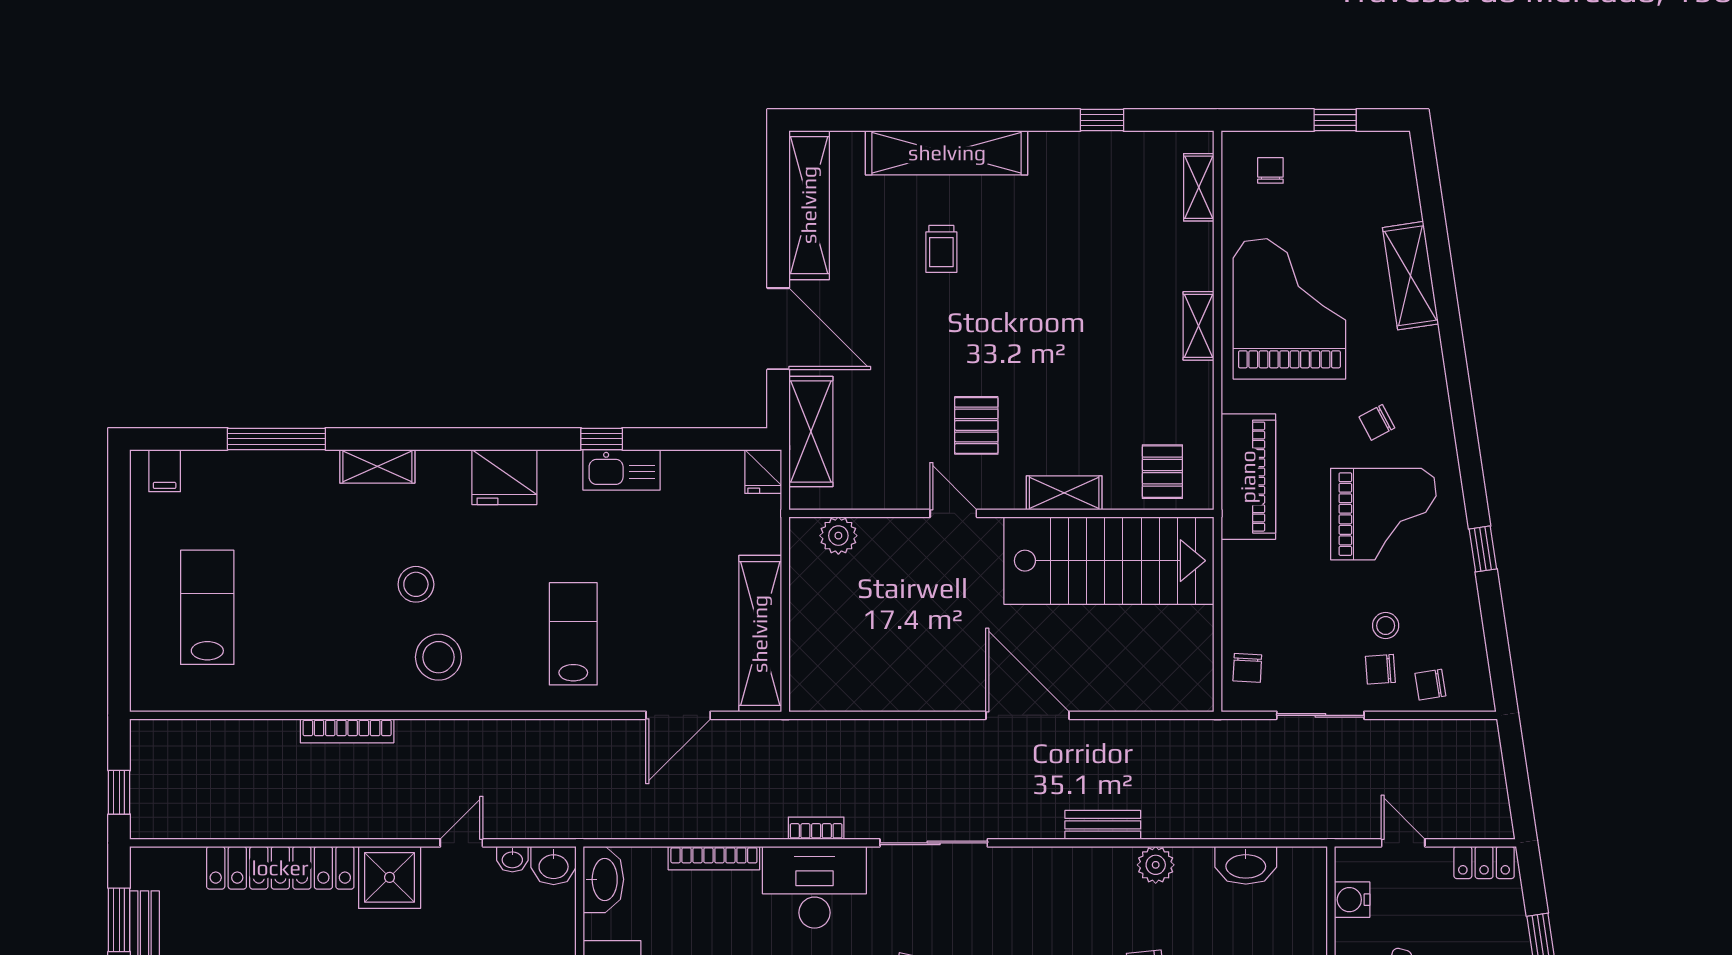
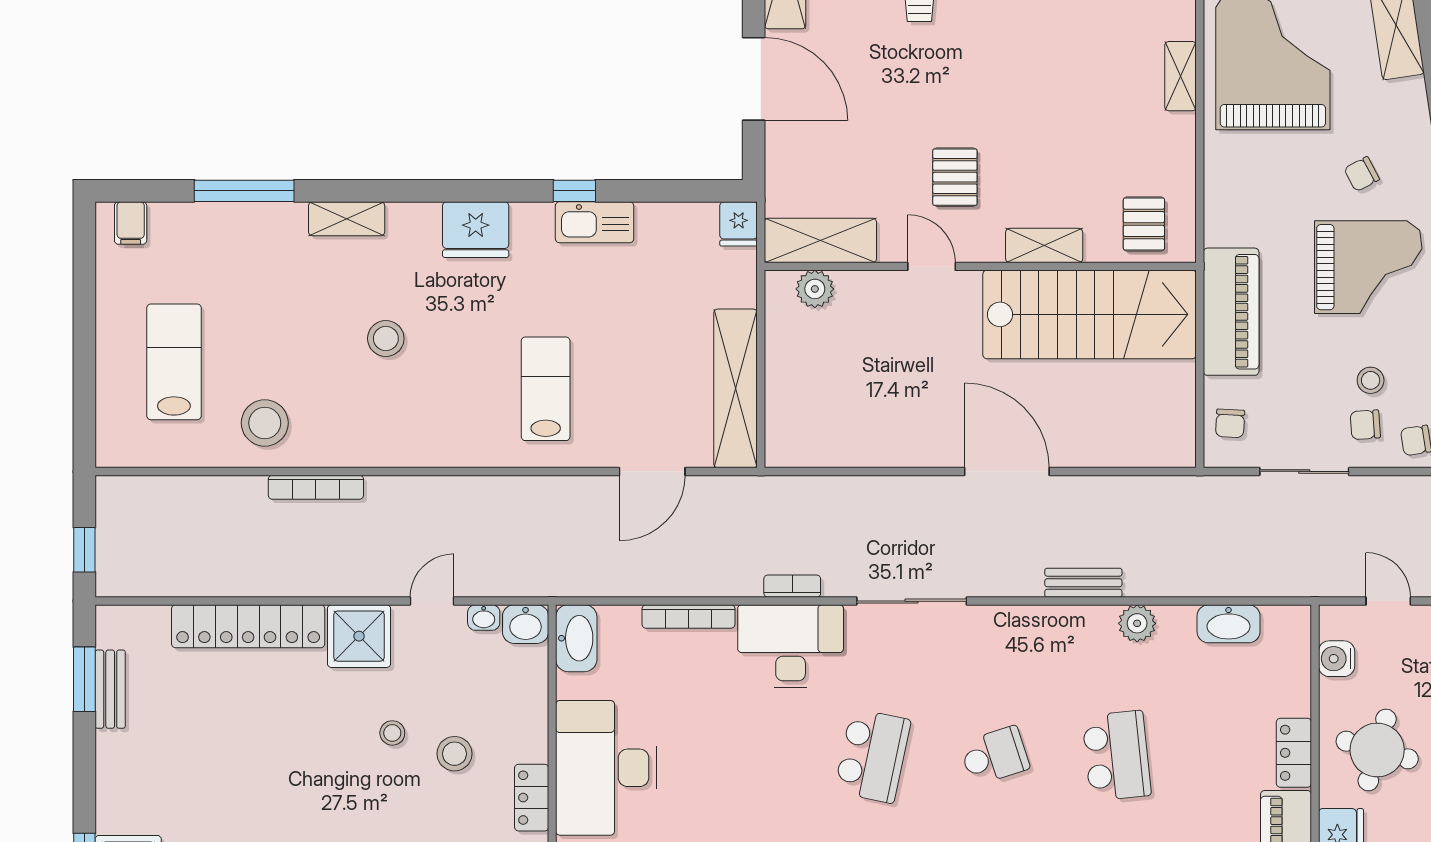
shelving: (811, 431) -> (820, 240), moved, turned 90
piano: (1248, 477) -> (1231, 312), moved
stool: (438, 657) -> (265, 423), moved

